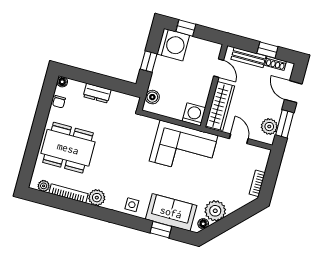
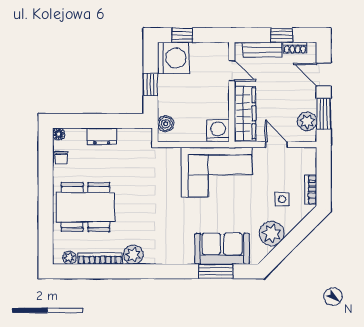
side table: (132, 205) -> (282, 199), moved
floor lamp: (203, 224) -> (262, 252), removed
window: (161, 230) -> (216, 271), width x1.50

